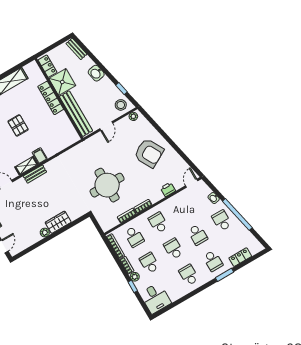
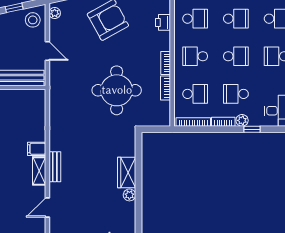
school desk: (182, 209) -> (195, 19), added
school desk: (174, 249) -> (236, 56), turned 180

